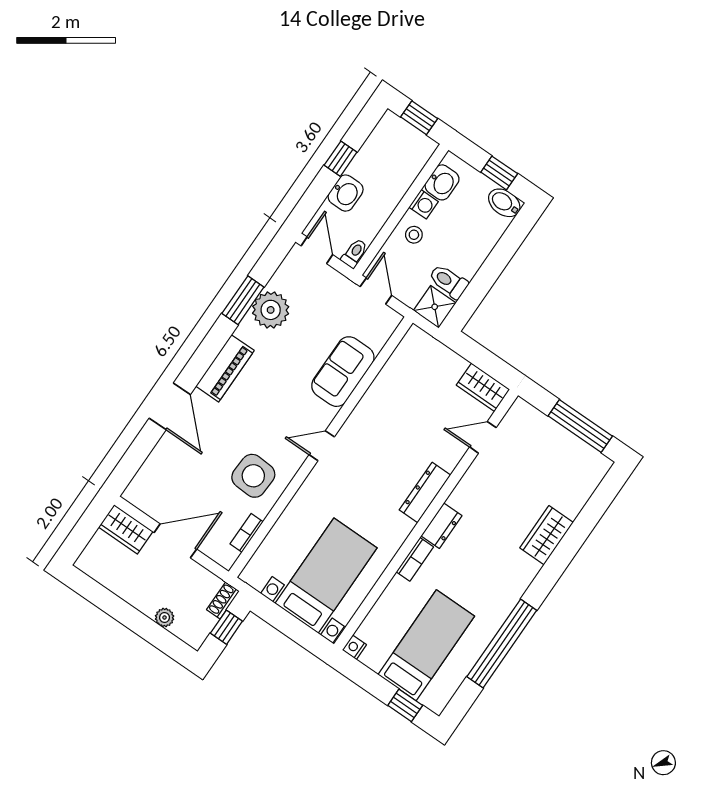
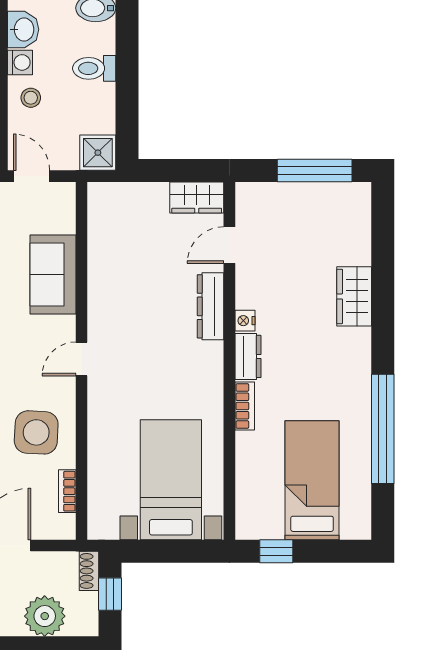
toilet: (448, 281) -> (94, 68), moved
dresser: (425, 492) -> (210, 306), moved
plant: (165, 618) -> (45, 616), width x1.87, depth x1.87
nightstand: (354, 647) -> (245, 321), moved
window: (405, 705) -> (276, 551), moved

